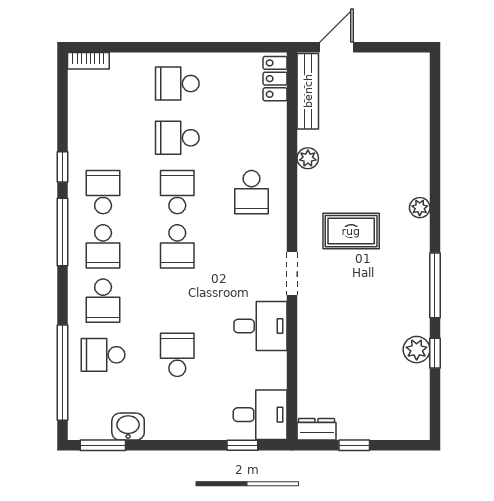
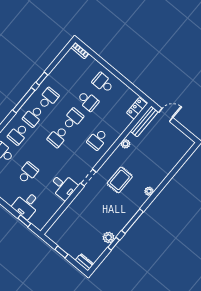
school desk: (177, 138) -> (88, 101), turned 180
rug: (351, 231) -> (120, 180), turned 90
desk: (260, 415) -> (27, 205), moved, turned 90
dresser: (317, 429) -> (84, 262), moved

